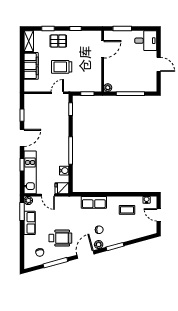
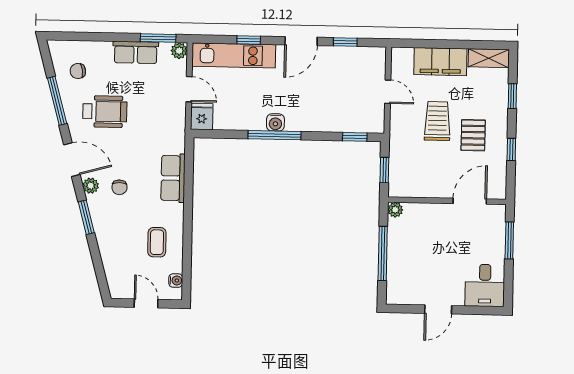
pallet: (58, 41) -> (473, 135), moved
door: (103, 49) -> (470, 201), swing flipped
door: (57, 93) -> (388, 92), moved
door: (22, 138) -> (301, 41), hinge flipped
water cooler: (64, 171) -> (275, 122), moved
door: (48, 195) -> (189, 89), swing flipped
door: (159, 215) -> (146, 303), hinge flipped
wheelchair: (60, 238) -> (105, 112), turned -90

